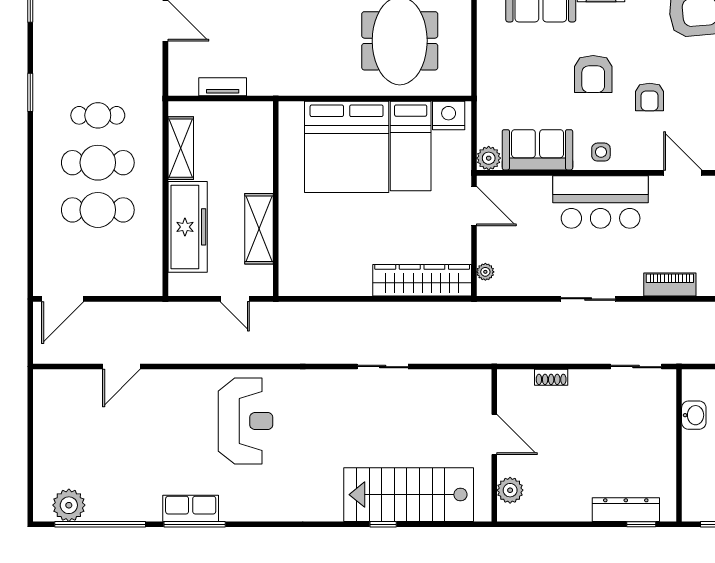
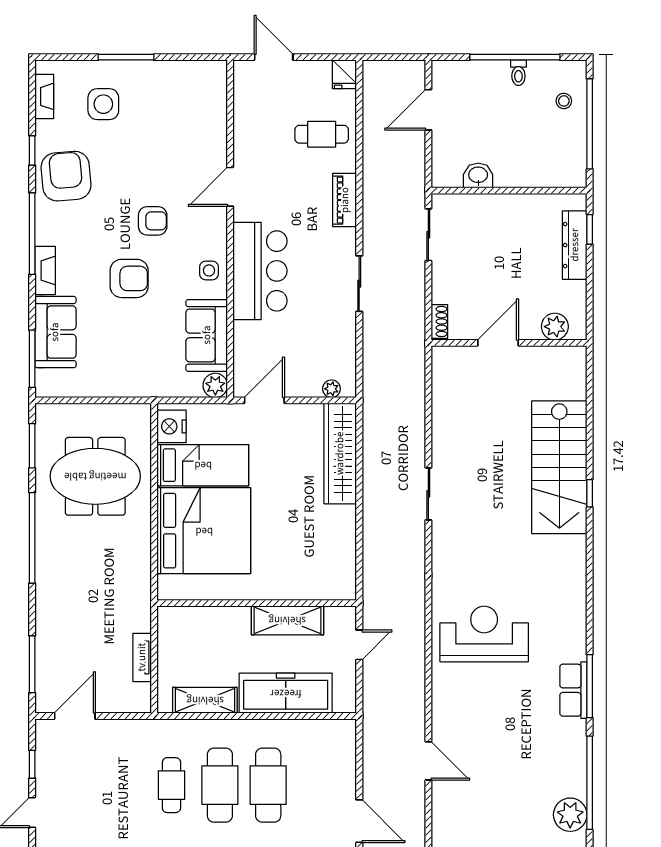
door: (494, 435) -> (498, 343), moved
wall: (494, 445) -> (509, 343), moved
plant: (510, 490) -> (555, 327), moved

